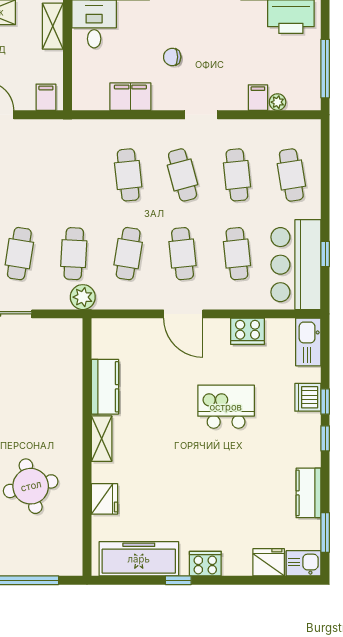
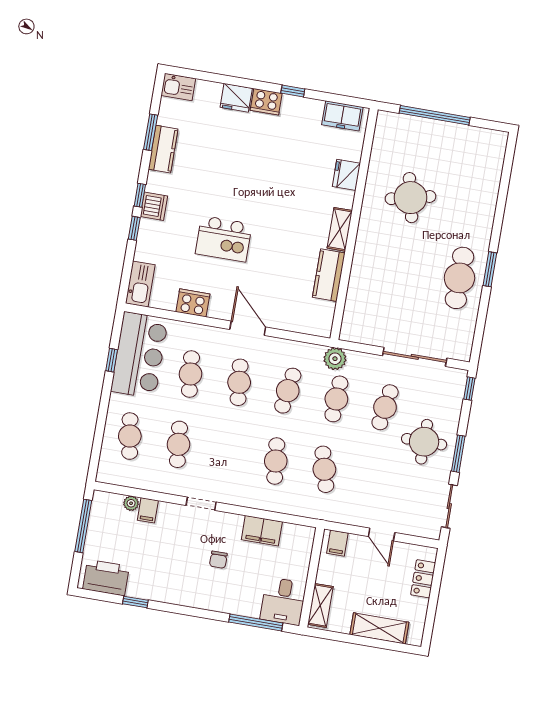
chair: (172, 57) -> (218, 560), turned 90
cafe table: (183, 175) -> (324, 469), moved
dishwasher: (308, 397) -> (154, 206), moved
window: (325, 533) -> (151, 132), moved
freezer: (139, 559) -> (342, 116), width x0.52, depth x0.79
fridge: (269, 562) -> (236, 98), moved

